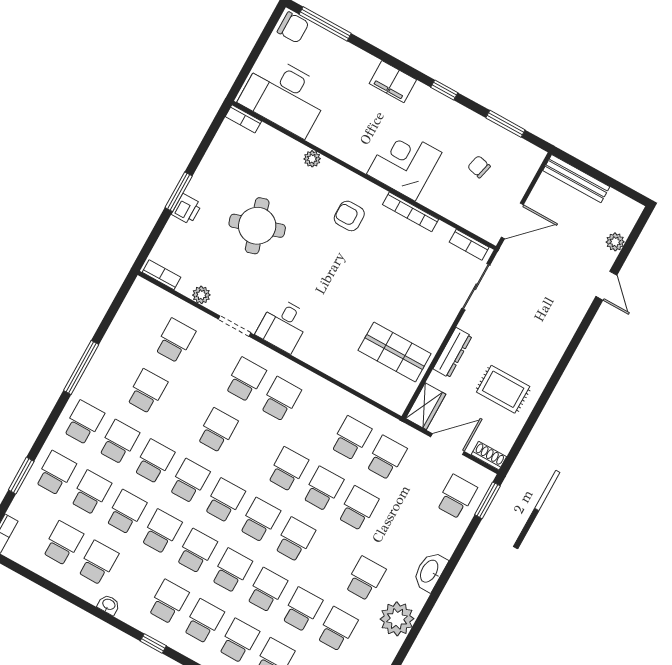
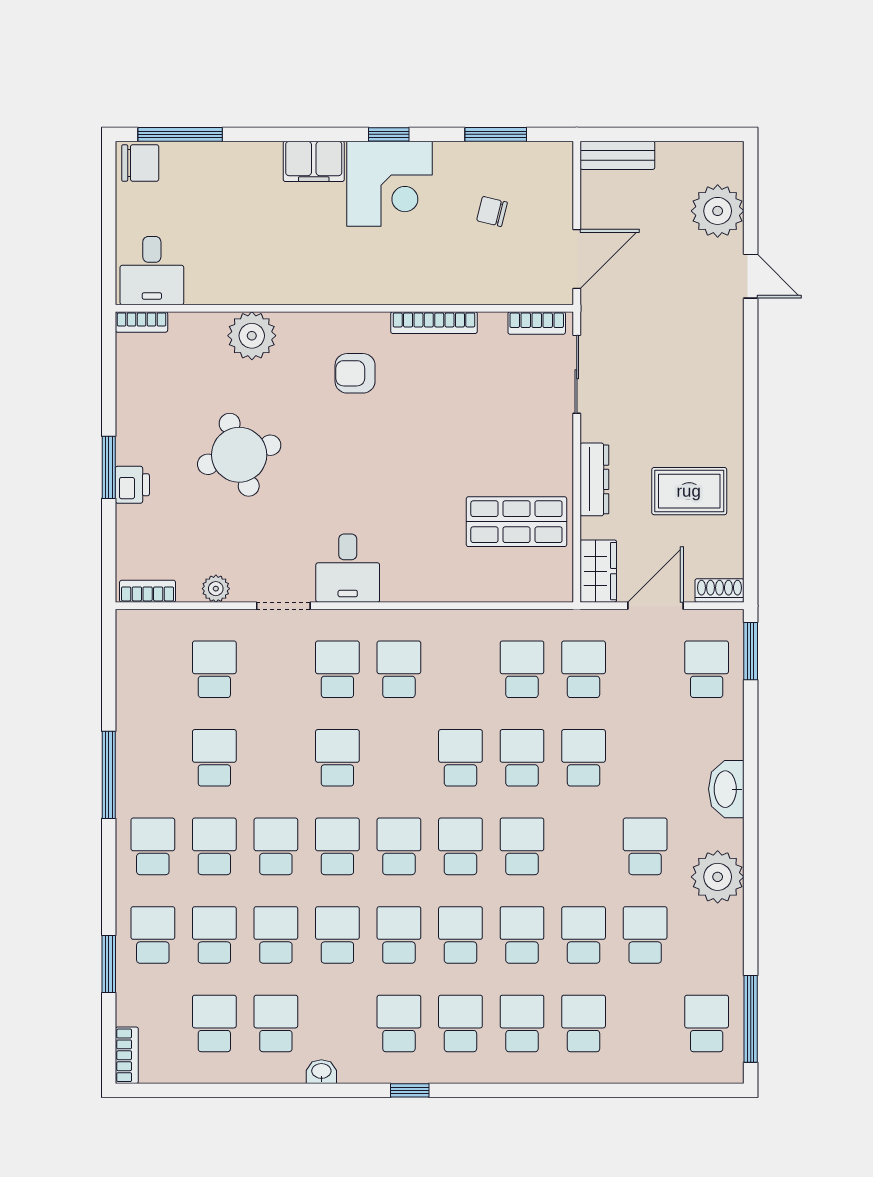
desk: (285, 96) -> (152, 271), width x0.53, depth x0.77
plant: (312, 159) -> (252, 336), width x1.88, depth x1.88
corner desk: (404, 163) -> (390, 184), moved, turned 180
bench: (576, 179) -> (617, 155), width x0.73
plant: (615, 242) -> (718, 211), width x1.88, depth x1.88

